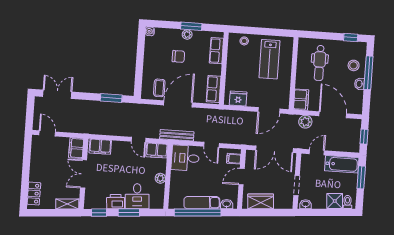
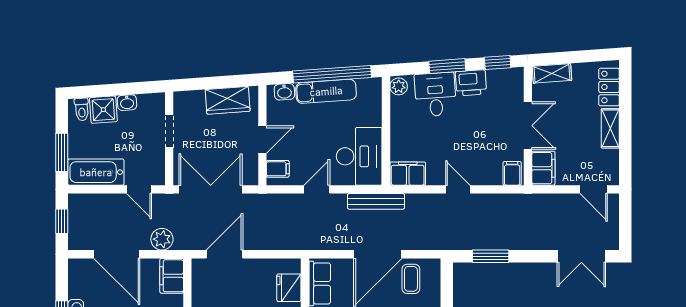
fridge: (238, 99) -> (289, 288), moved, turned 90
door: (139, 140) -> (458, 189), moved
door: (211, 145) -> (317, 189), hinge flipped
filing cabinet: (100, 147) -> (512, 173), width x0.50
door: (317, 152) -> (139, 189), hinge flipped
desk: (185, 158) -> (359, 156), width x1.37
shelving: (35, 169) -> (610, 128), added
plant: (160, 178) -> (399, 86), moved
washbasin: (306, 204) -> (127, 103), moved

